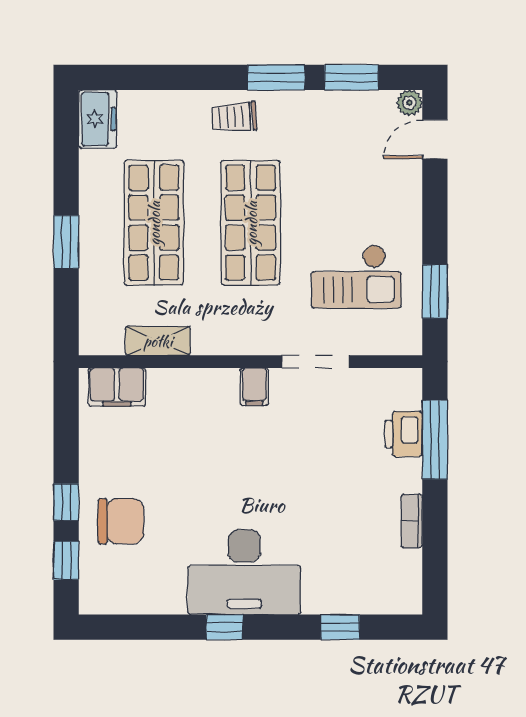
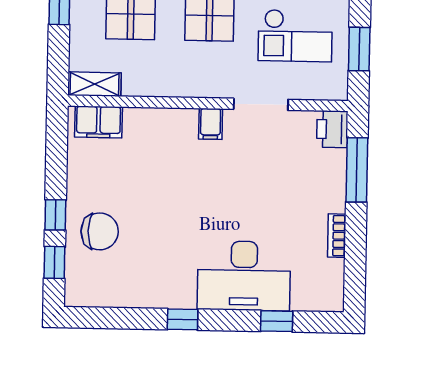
shelving: (158, 341) -> (94, 84), moved
printer: (404, 434) -> (332, 129), moved
desk: (244, 572) -> (244, 276), moved

